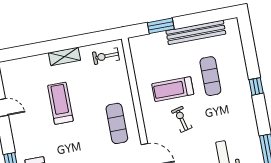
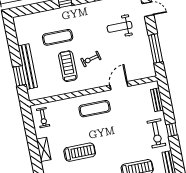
bench: (196, 32) -> (28, 67), moved
treadmill: (173, 89) -> (68, 66), turned 180
treadmill: (60, 103) -> (80, 152), turned 180

